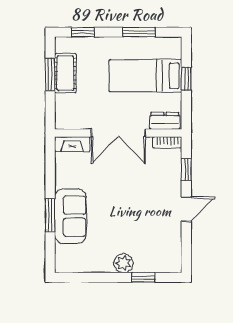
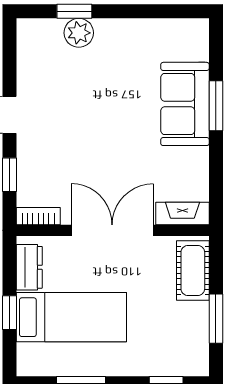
cot: (65, 73) -> (193, 270), moved
dresser: (165, 121) -> (29, 267), moved, turned -90
plant: (124, 263) -> (79, 33), moved

